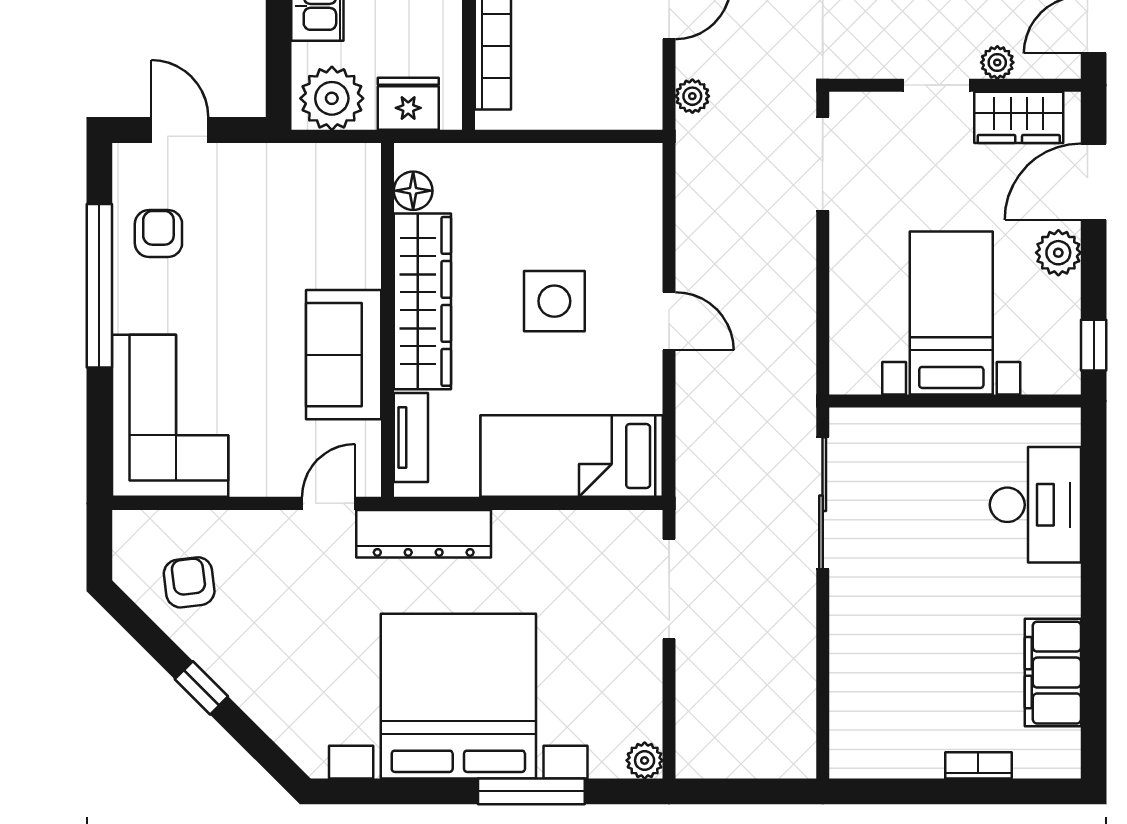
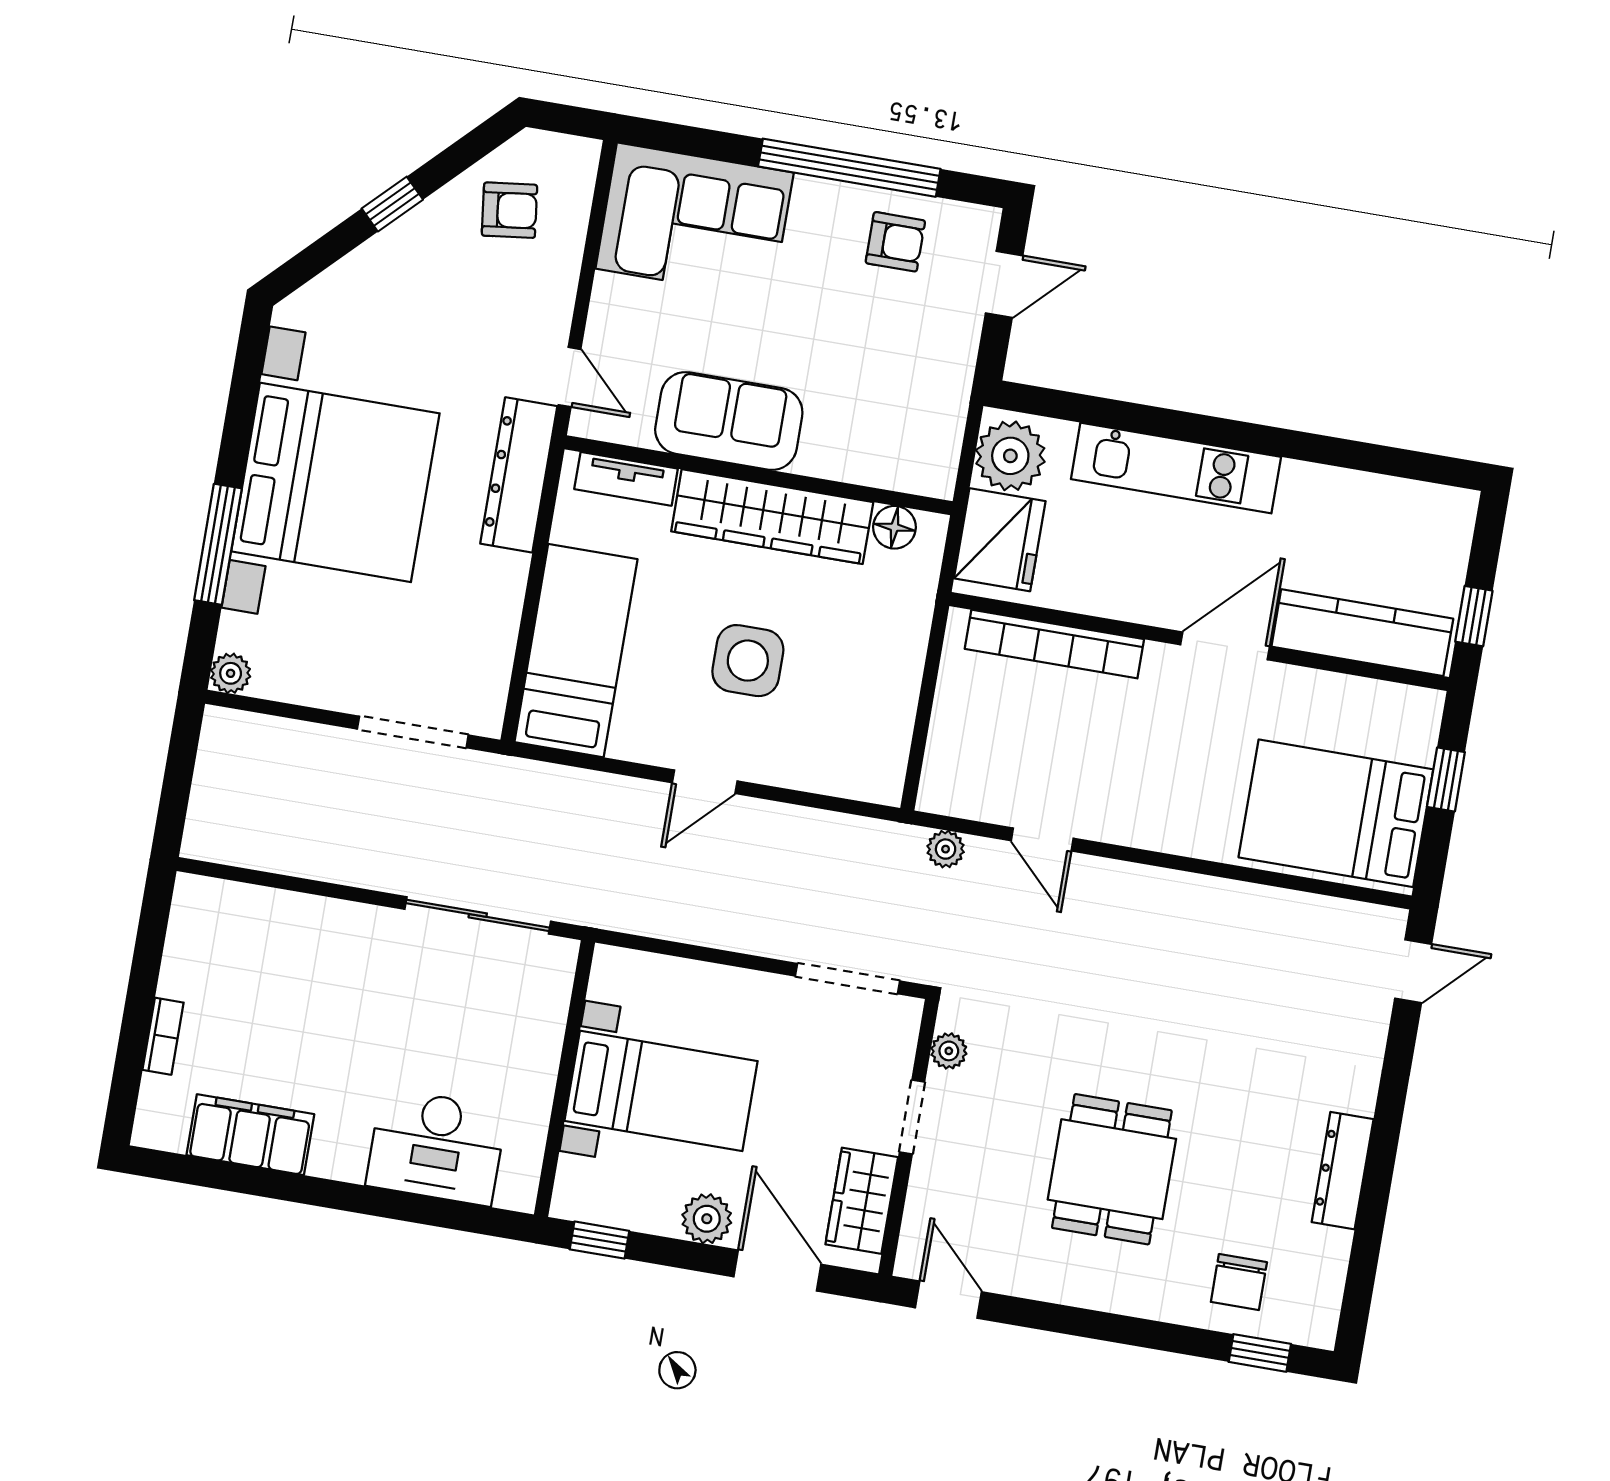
plant: (997, 62) -> (949, 1051), moved
fridge: (408, 104) -> (1000, 540), width x1.36, depth x1.34

